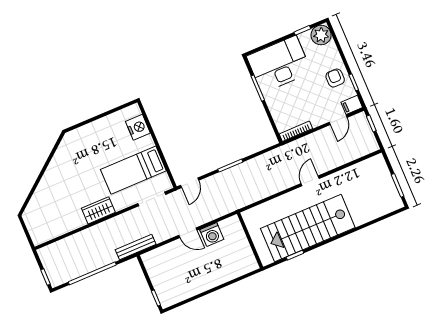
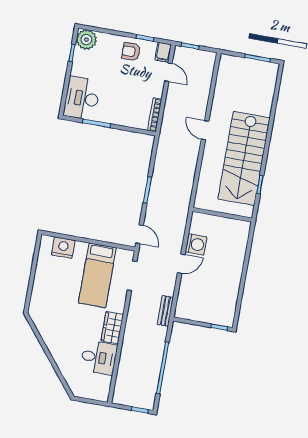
desk: (279, 64) -> (82, 98), width x0.73, depth x0.77
desk: (67, 215) -> (99, 358), added
bench: (136, 247) -> (165, 311), width x0.73

